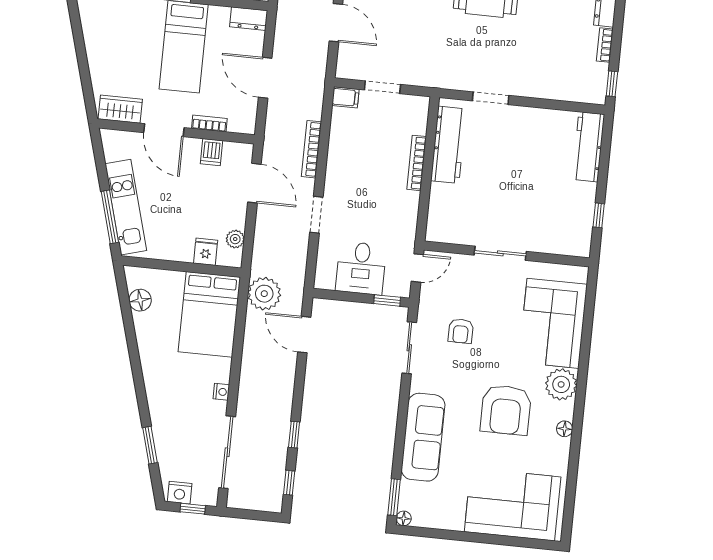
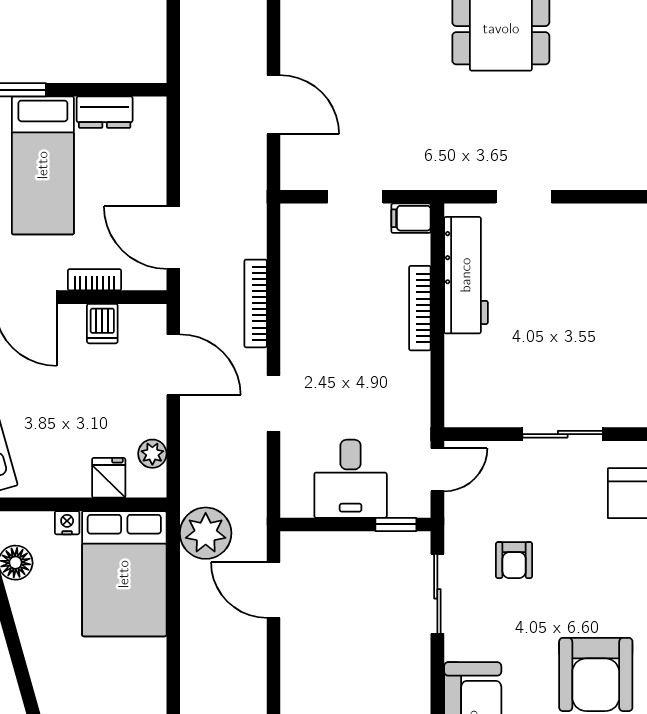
dresser: (249, 19) -> (105, 112), moved
door: (265, 78) -> (173, 237), moved
filing cabinet: (345, 97) -> (411, 218), moved, turned 180
nightstand: (221, 392) -> (67, 523), moved, turned -90

